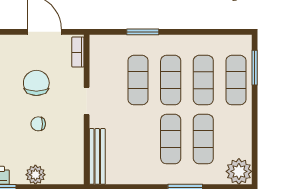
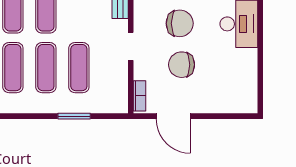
chair: (36, 83) -> (182, 65), turned 90
chair: (38, 124) -> (180, 23), width x1.87, depth x1.87

